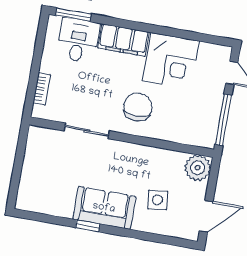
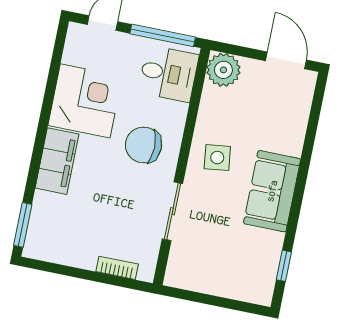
desk: (78, 40) -> (168, 74), moved, turned 180
side table: (158, 200) -> (217, 158), moved
window: (88, 226) -> (284, 266), moved

